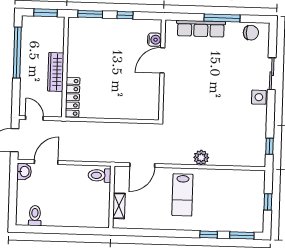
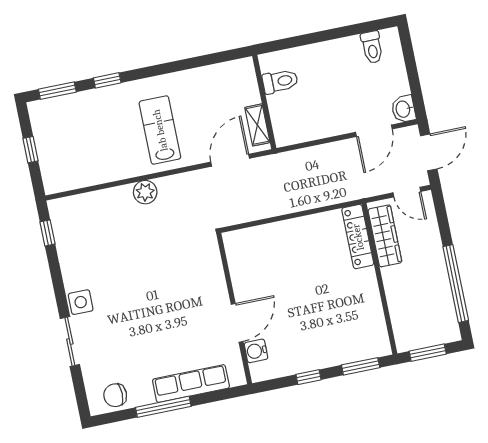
wardrobe: (56, 72) -> (385, 236), moved
toilet: (100, 175) -> (280, 81), moved
shelving: (119, 206) -> (257, 125), moved

